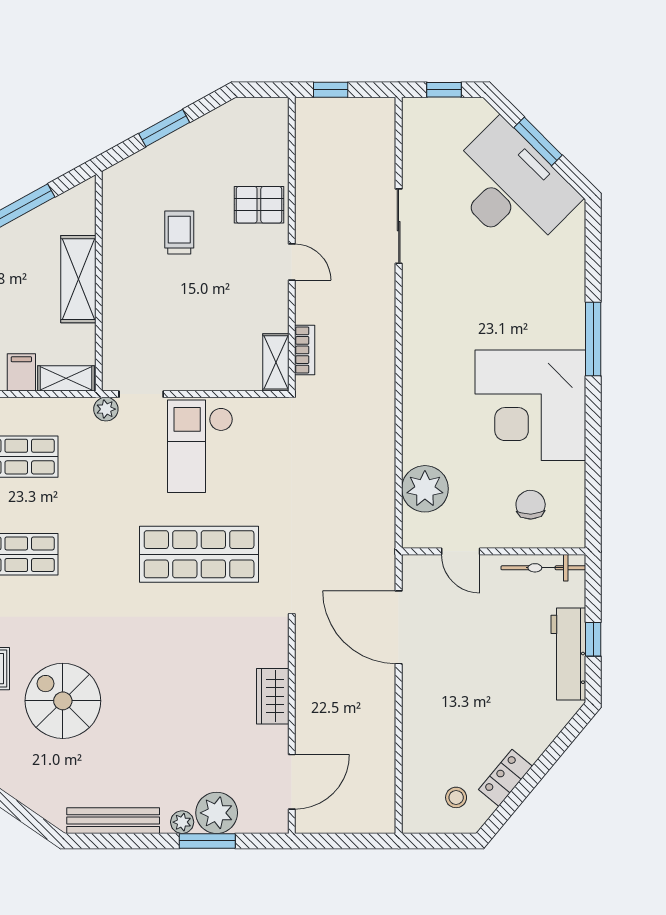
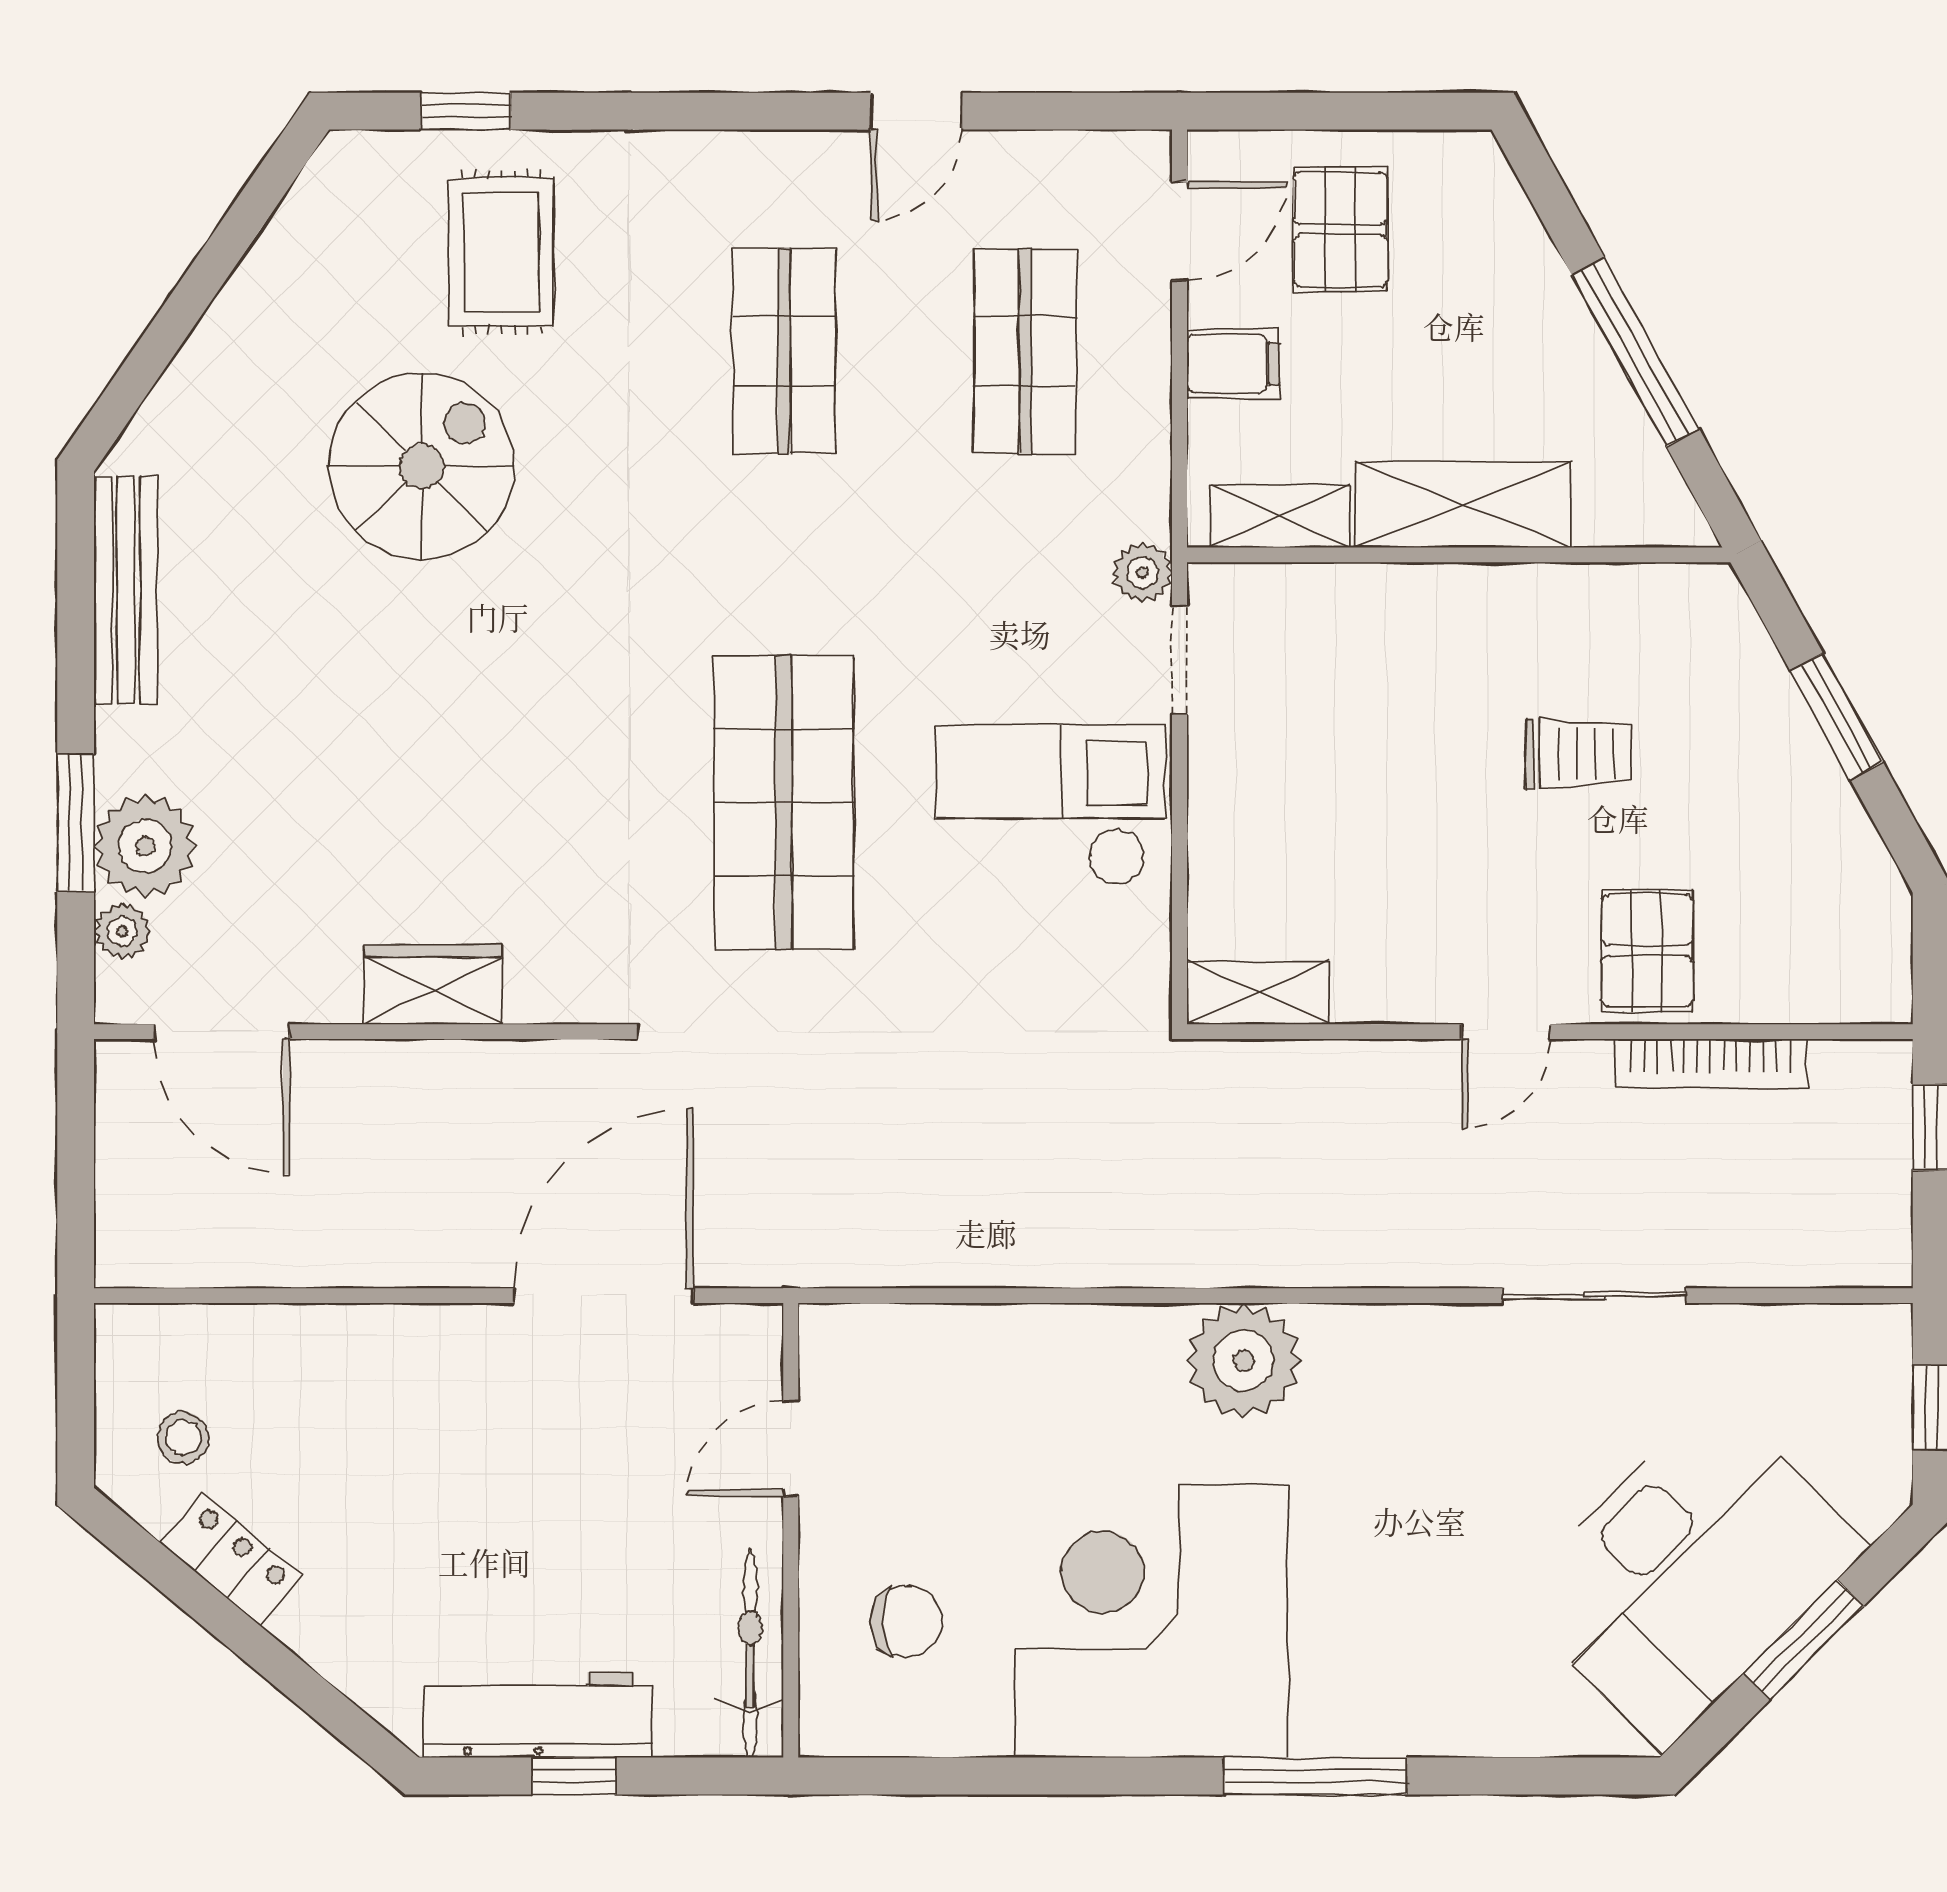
bookcase: (305, 350) -> (1711, 1064), moved, width x1.56
shelving: (66, 378) -> (1280, 516), moved, turned 90
plant: (425, 489) -> (1244, 1361), moved
plant: (182, 822) -> (122, 931), moved

